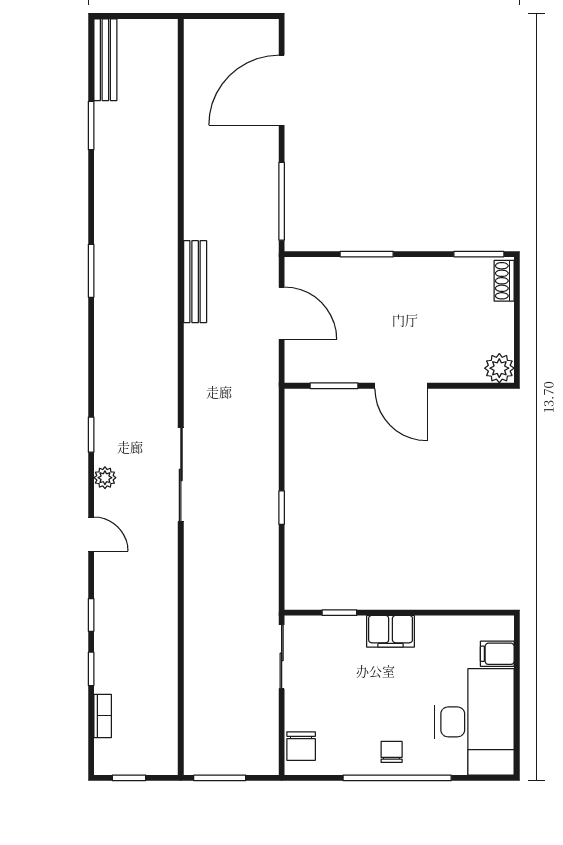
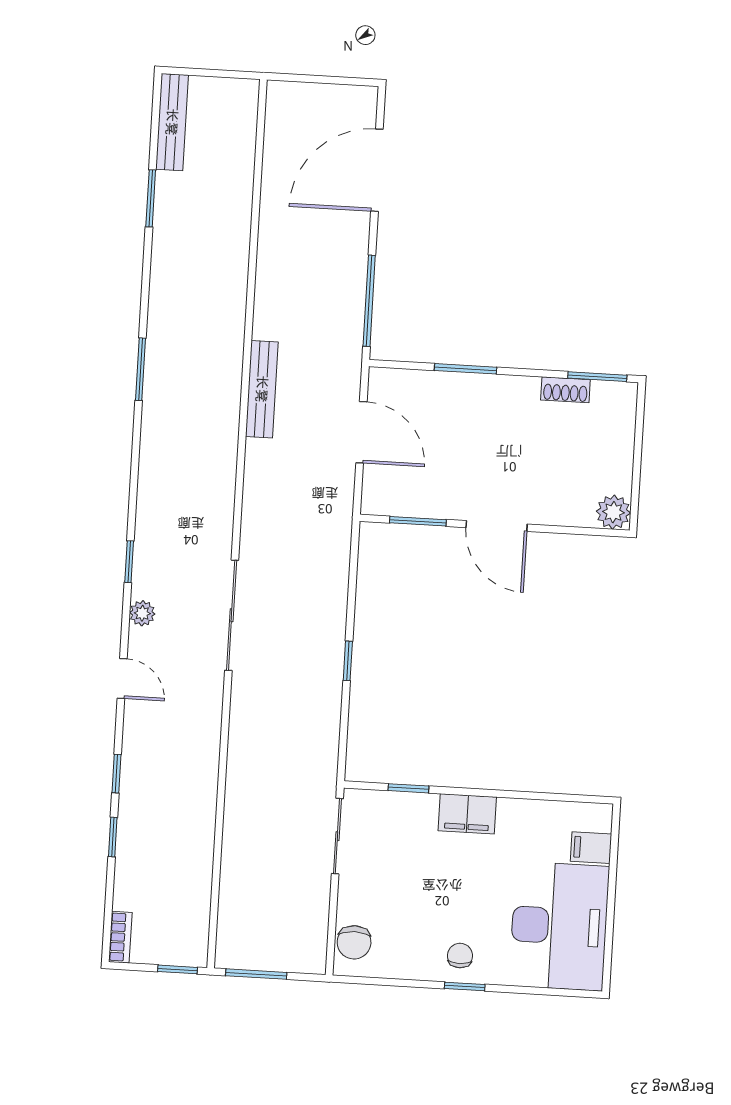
shoe rack: (504, 281) -> (565, 390), moved, turned -90
bookcase: (103, 716) -> (120, 937), moved
window: (129, 778) -> (177, 969), moved
window: (397, 778) -> (465, 986), width x0.32

